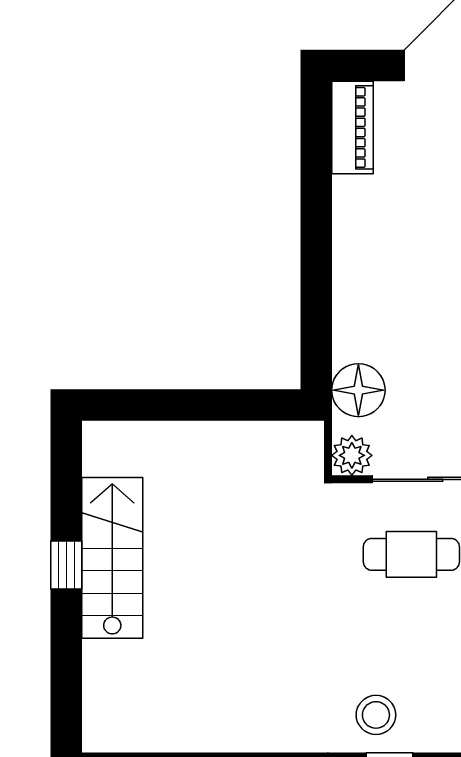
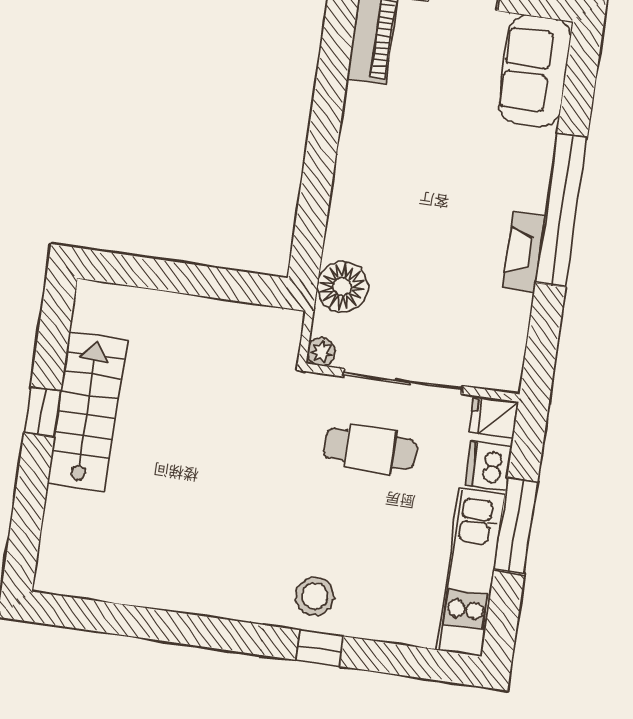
plant: (352, 455) -> (321, 352), width x0.73, depth x0.73

